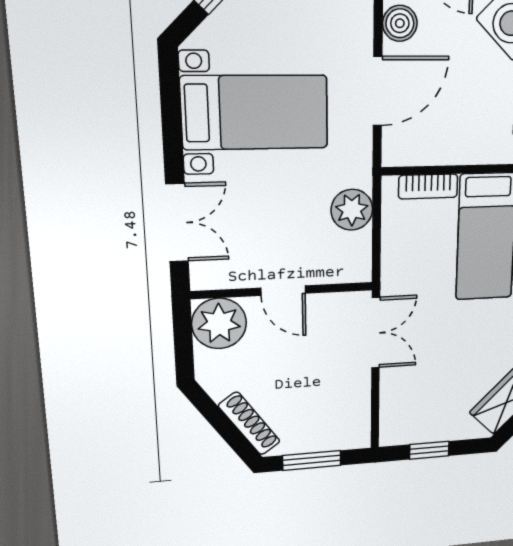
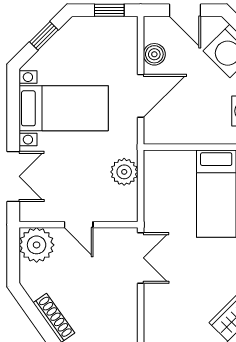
bookcase: (428, 186) -> (175, 158), removed

